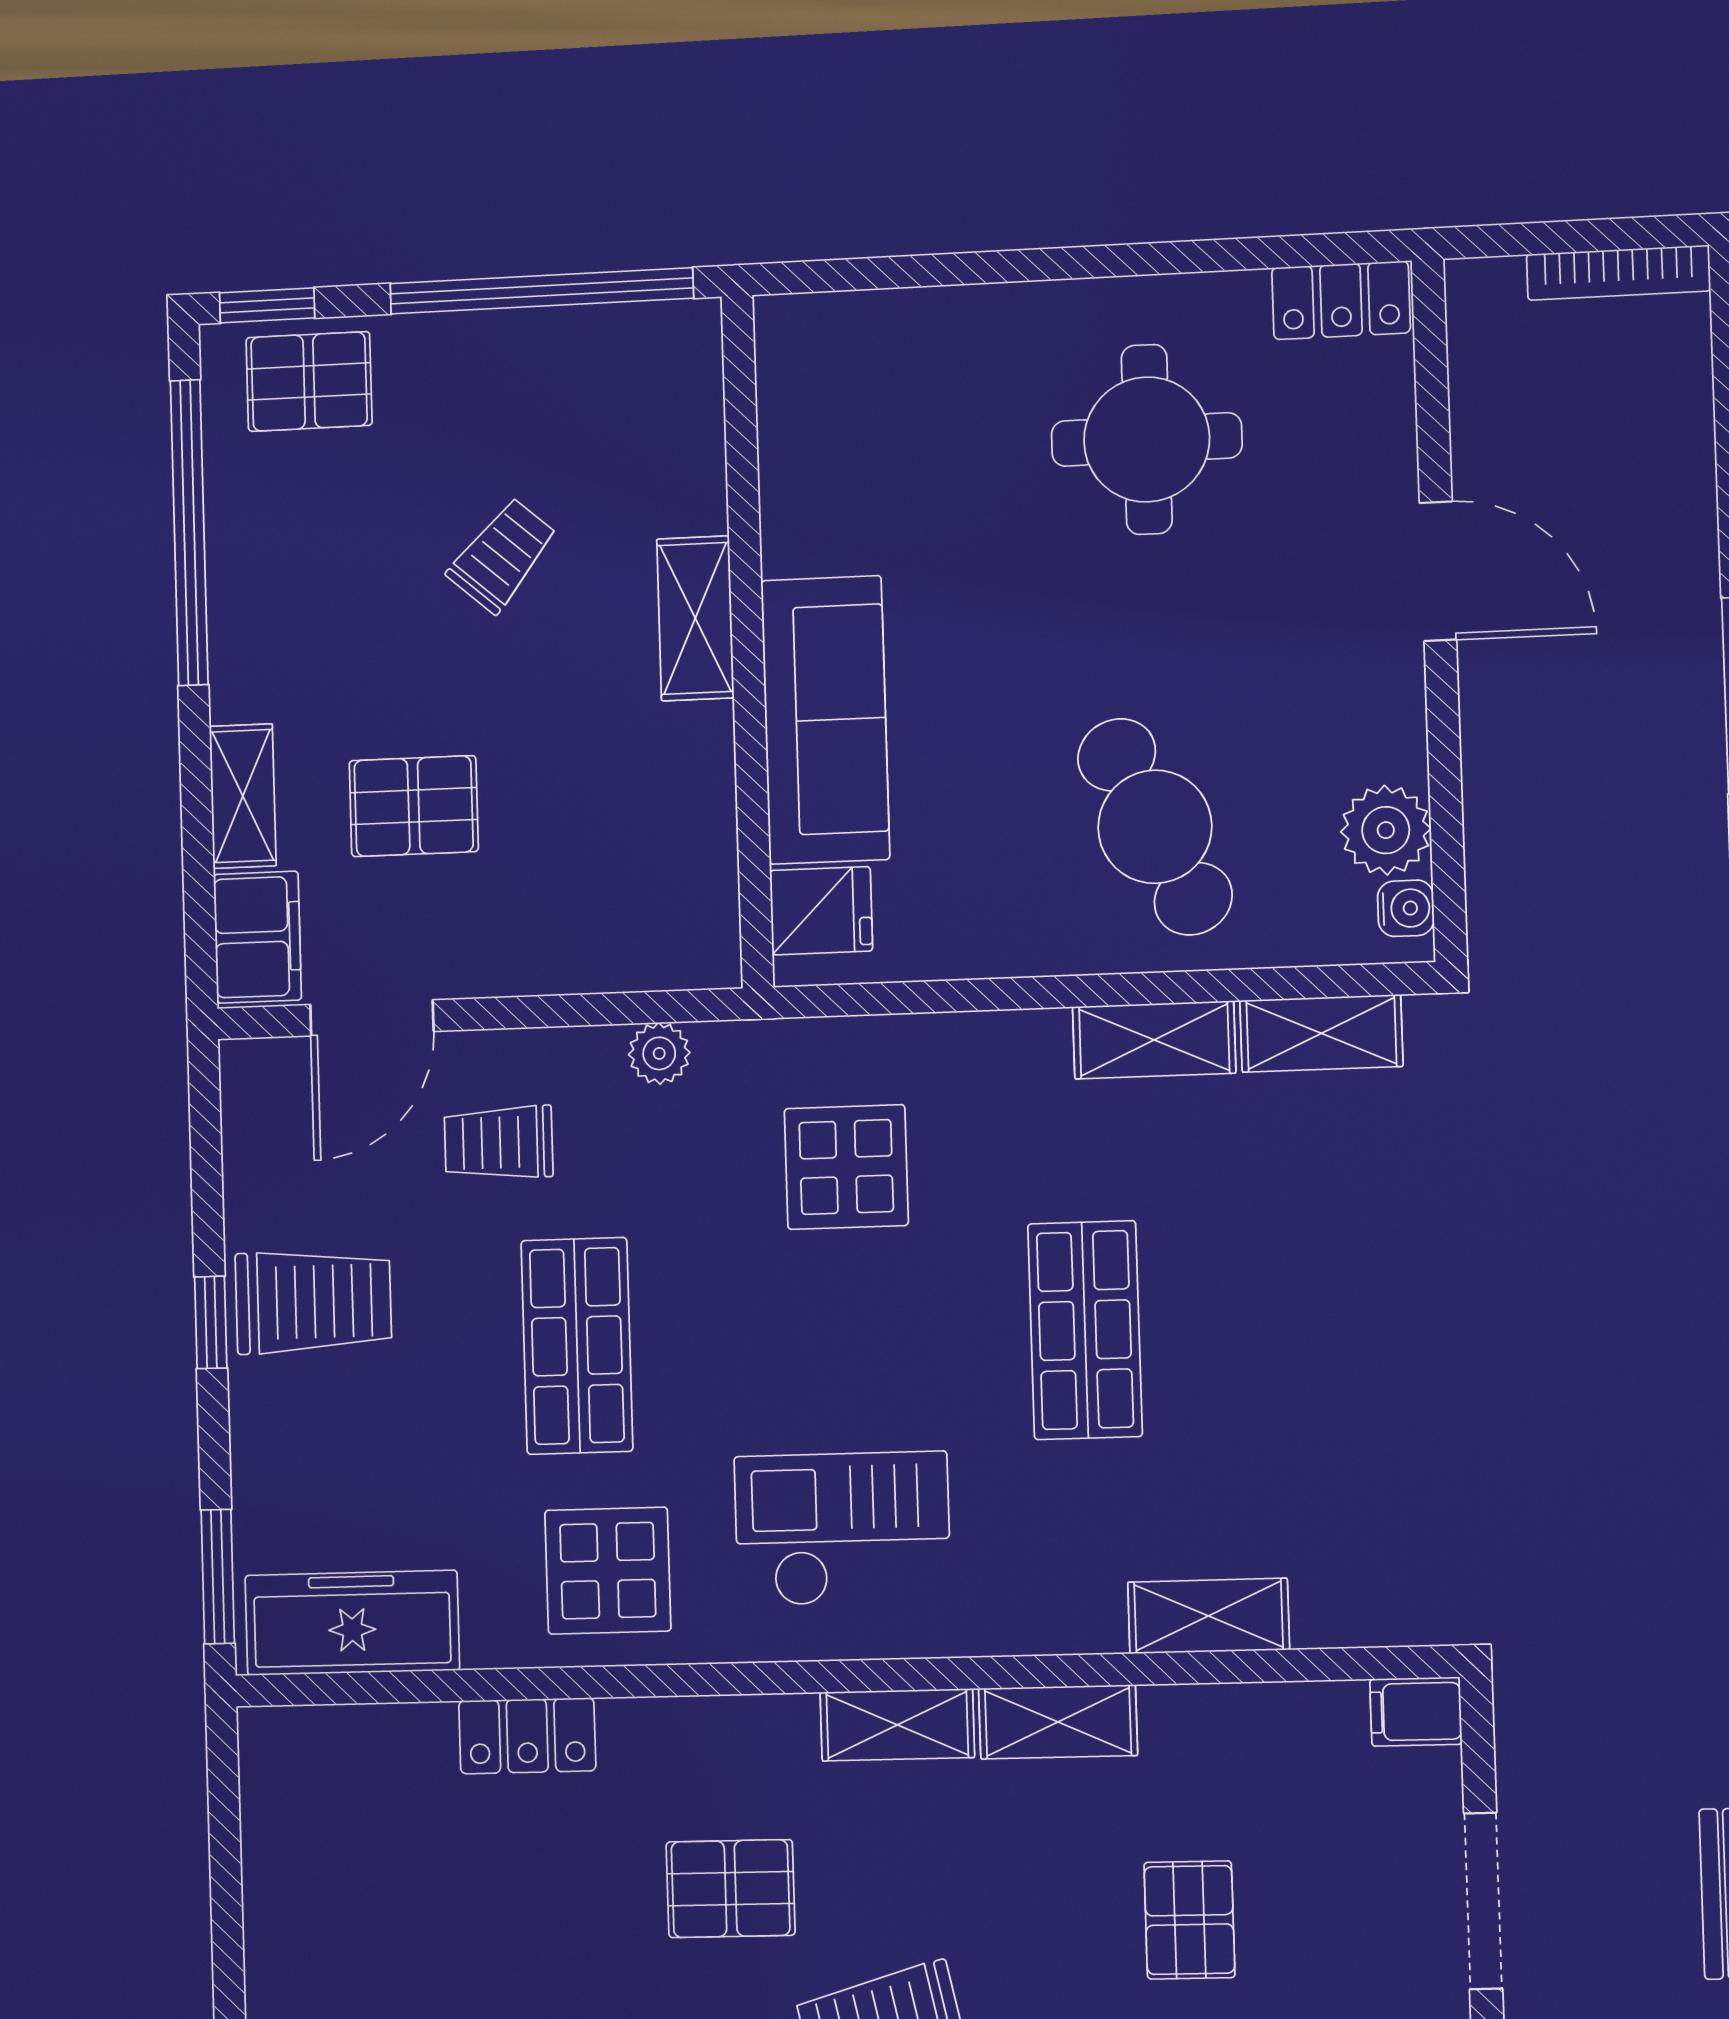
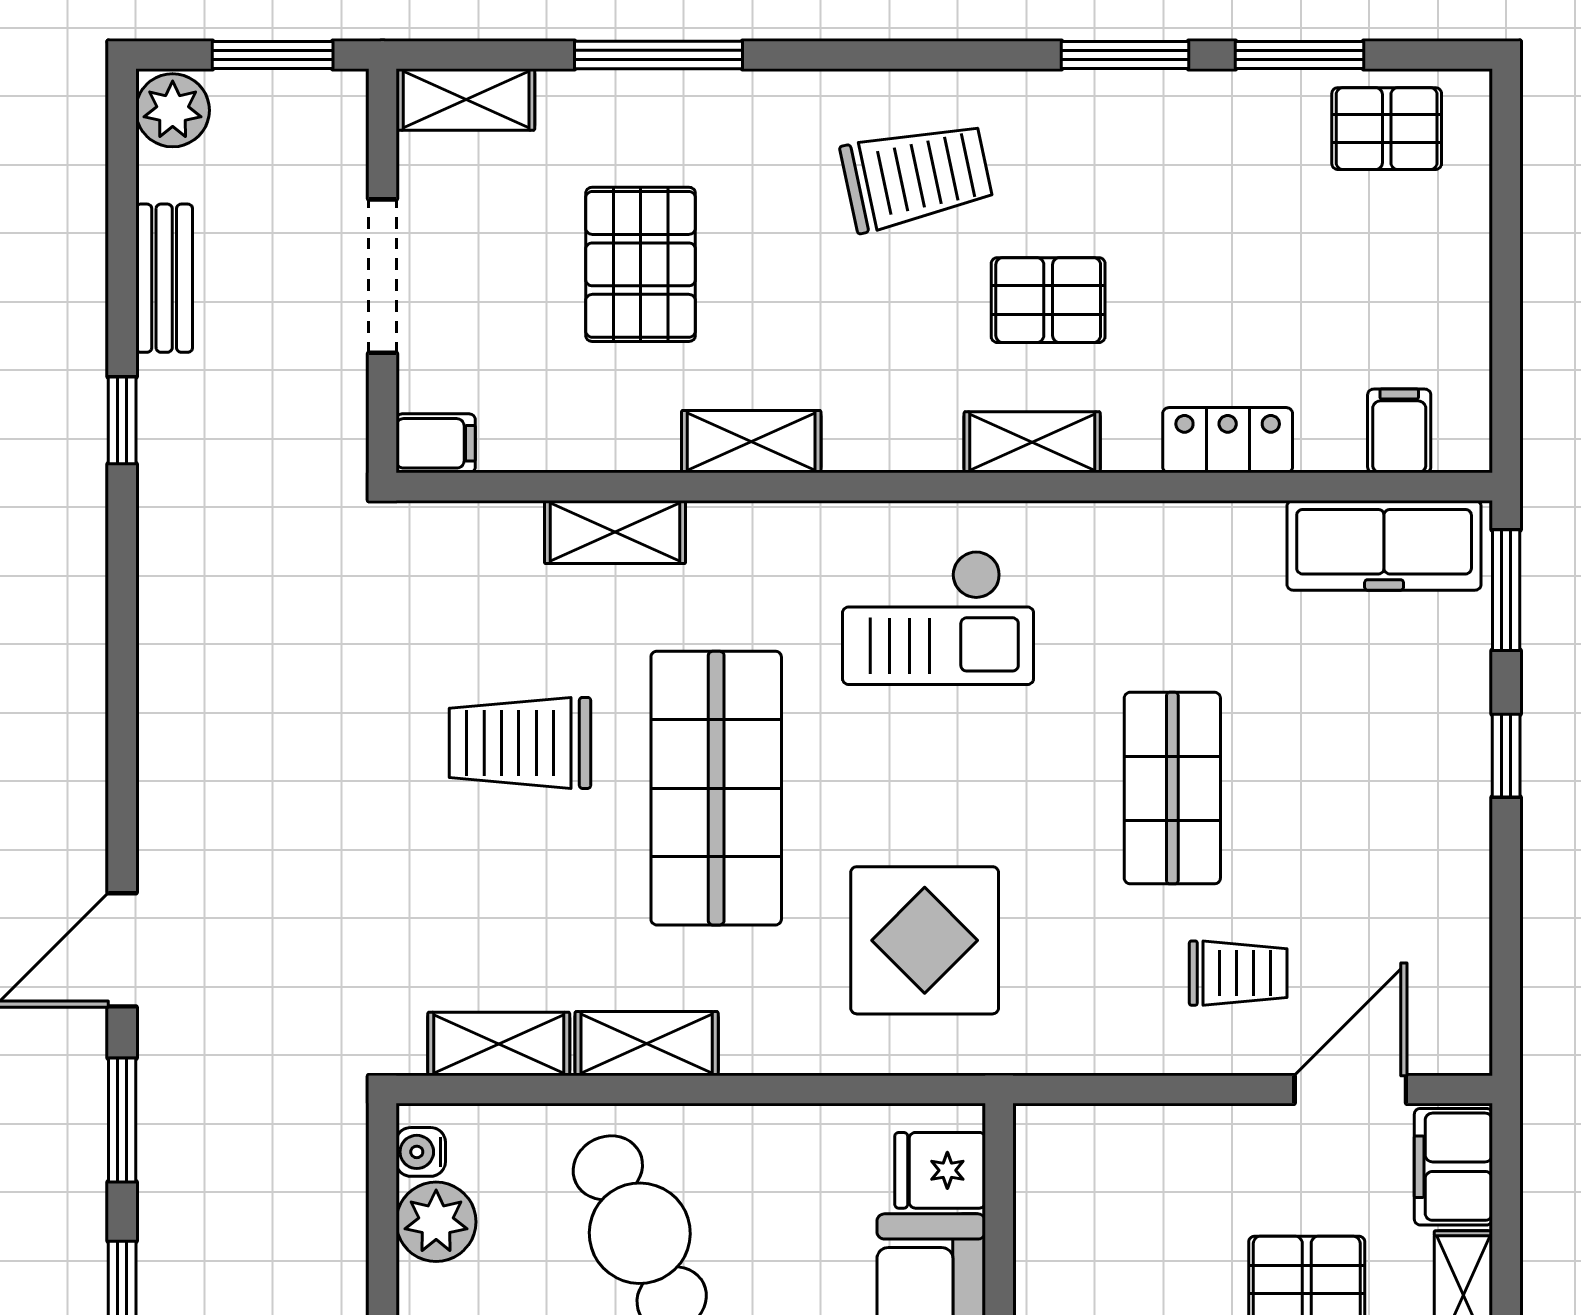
plant: (659, 1053) -> (1090, 1048), removed
display table: (846, 1167) -> (925, 940), width x1.36, depth x1.36
trolley: (313, 1302) -> (520, 743), moved
window: (211, 1322) -> (1506, 756), moved
shop shelf: (1085, 1330) -> (716, 788), width x1.43, depth x1.36
display table: (608, 1571) -> (1150, 586), removed
shelving: (897, 1725) -> (1032, 442), moved
filing cabinet: (339, 1751) -> (1399, 431), added
pallet: (1189, 1920) -> (641, 264), width x1.50, depth x1.42

